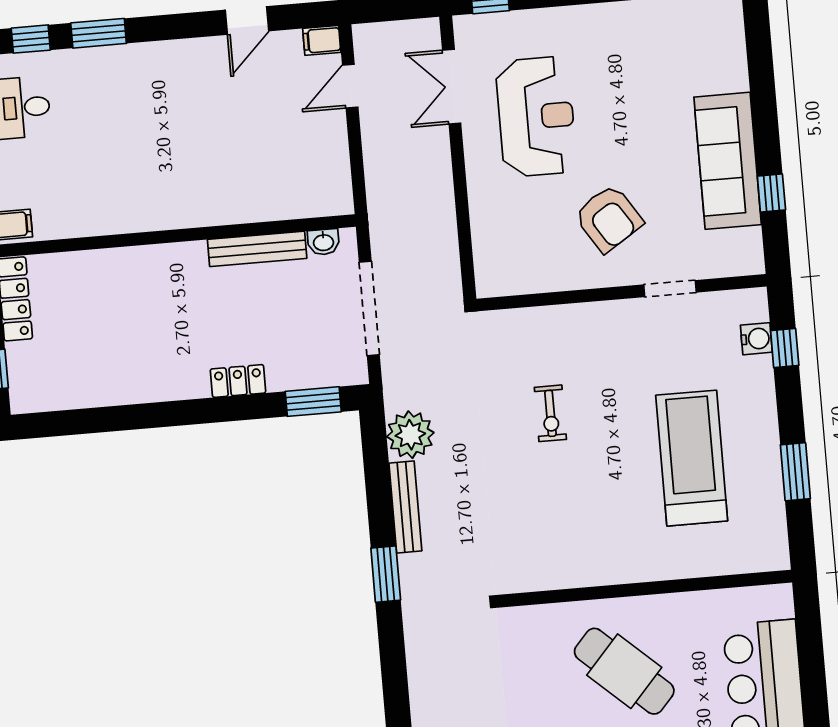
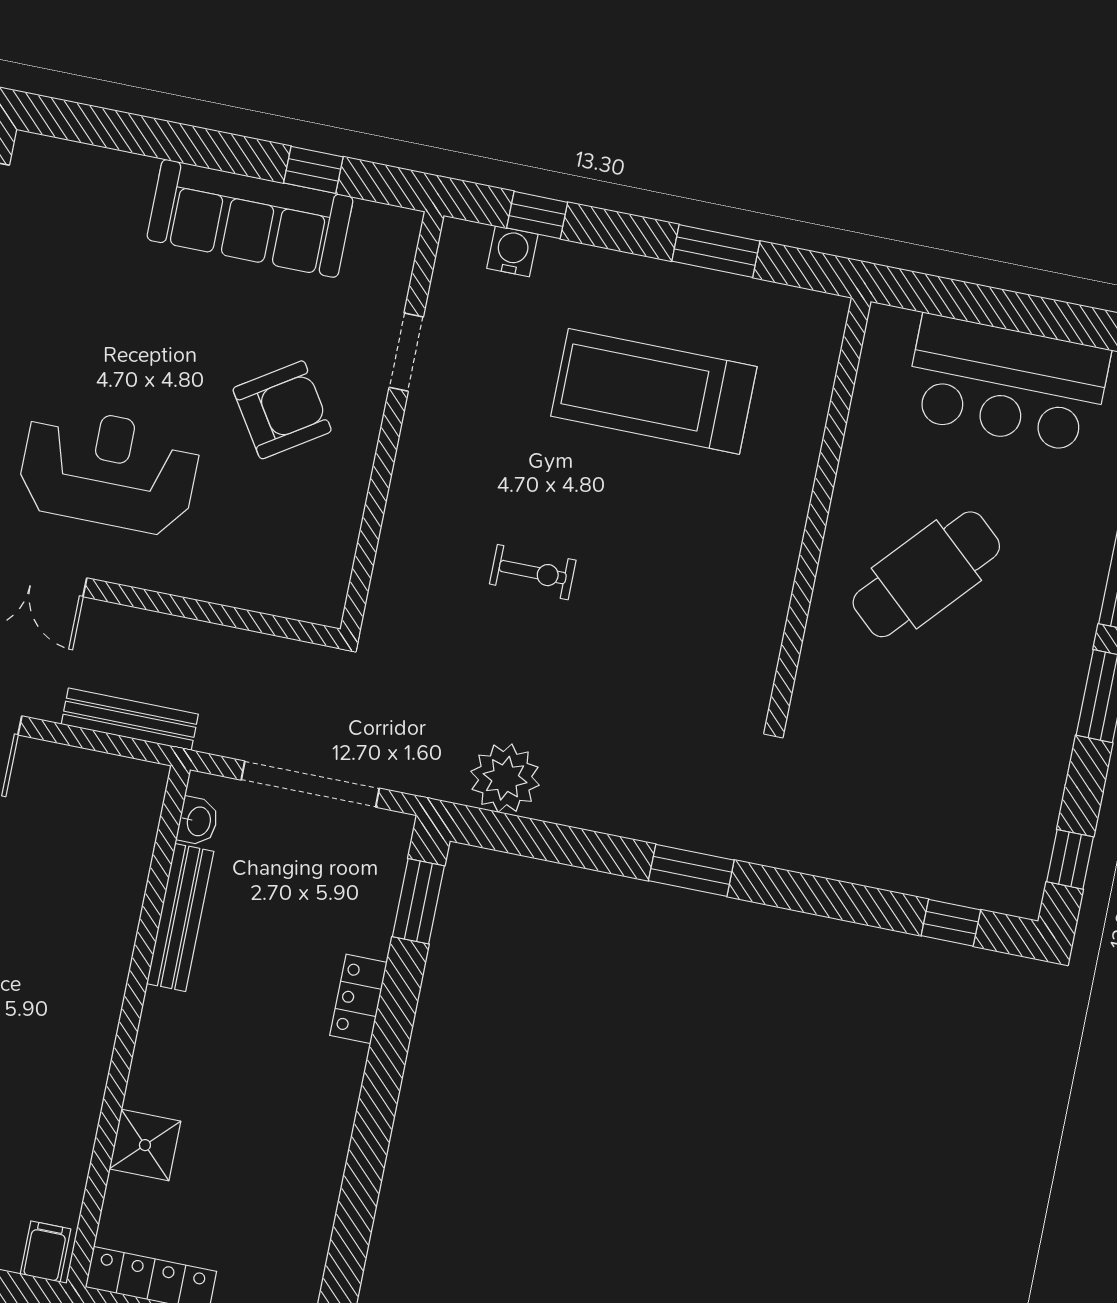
shower: (102, 269) -> (145, 1145), added
bench: (405, 507) -> (130, 719), moved

